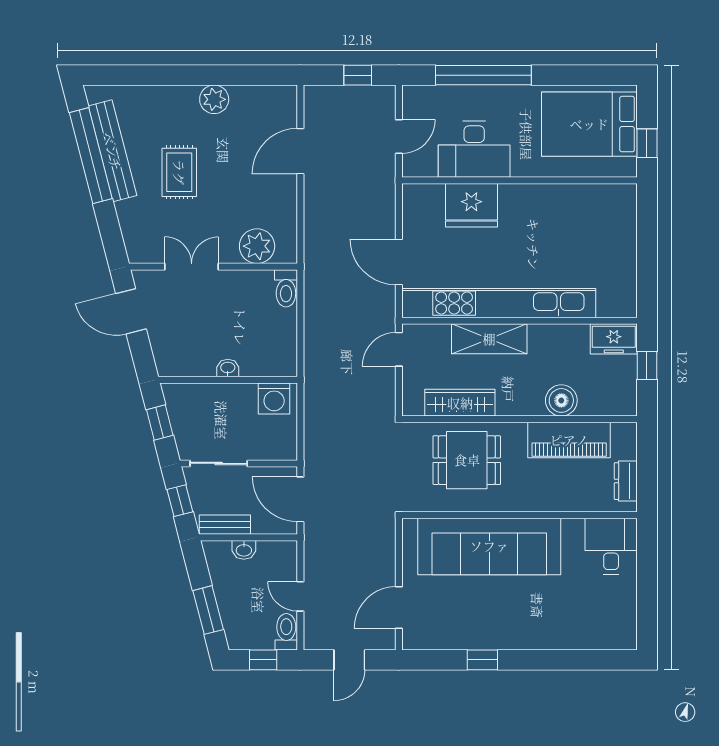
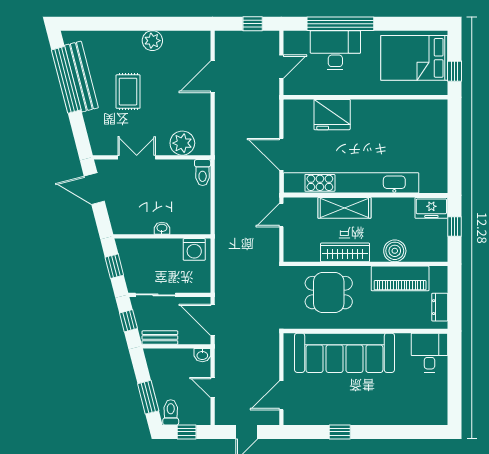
desk: (474, 149) -> (335, 50), moved, turned 180
wardrobe: (460, 403) -> (345, 252), moved
washbasin: (244, 550) -> (202, 355), moved
toilet: (286, 632) -> (171, 412), moved

